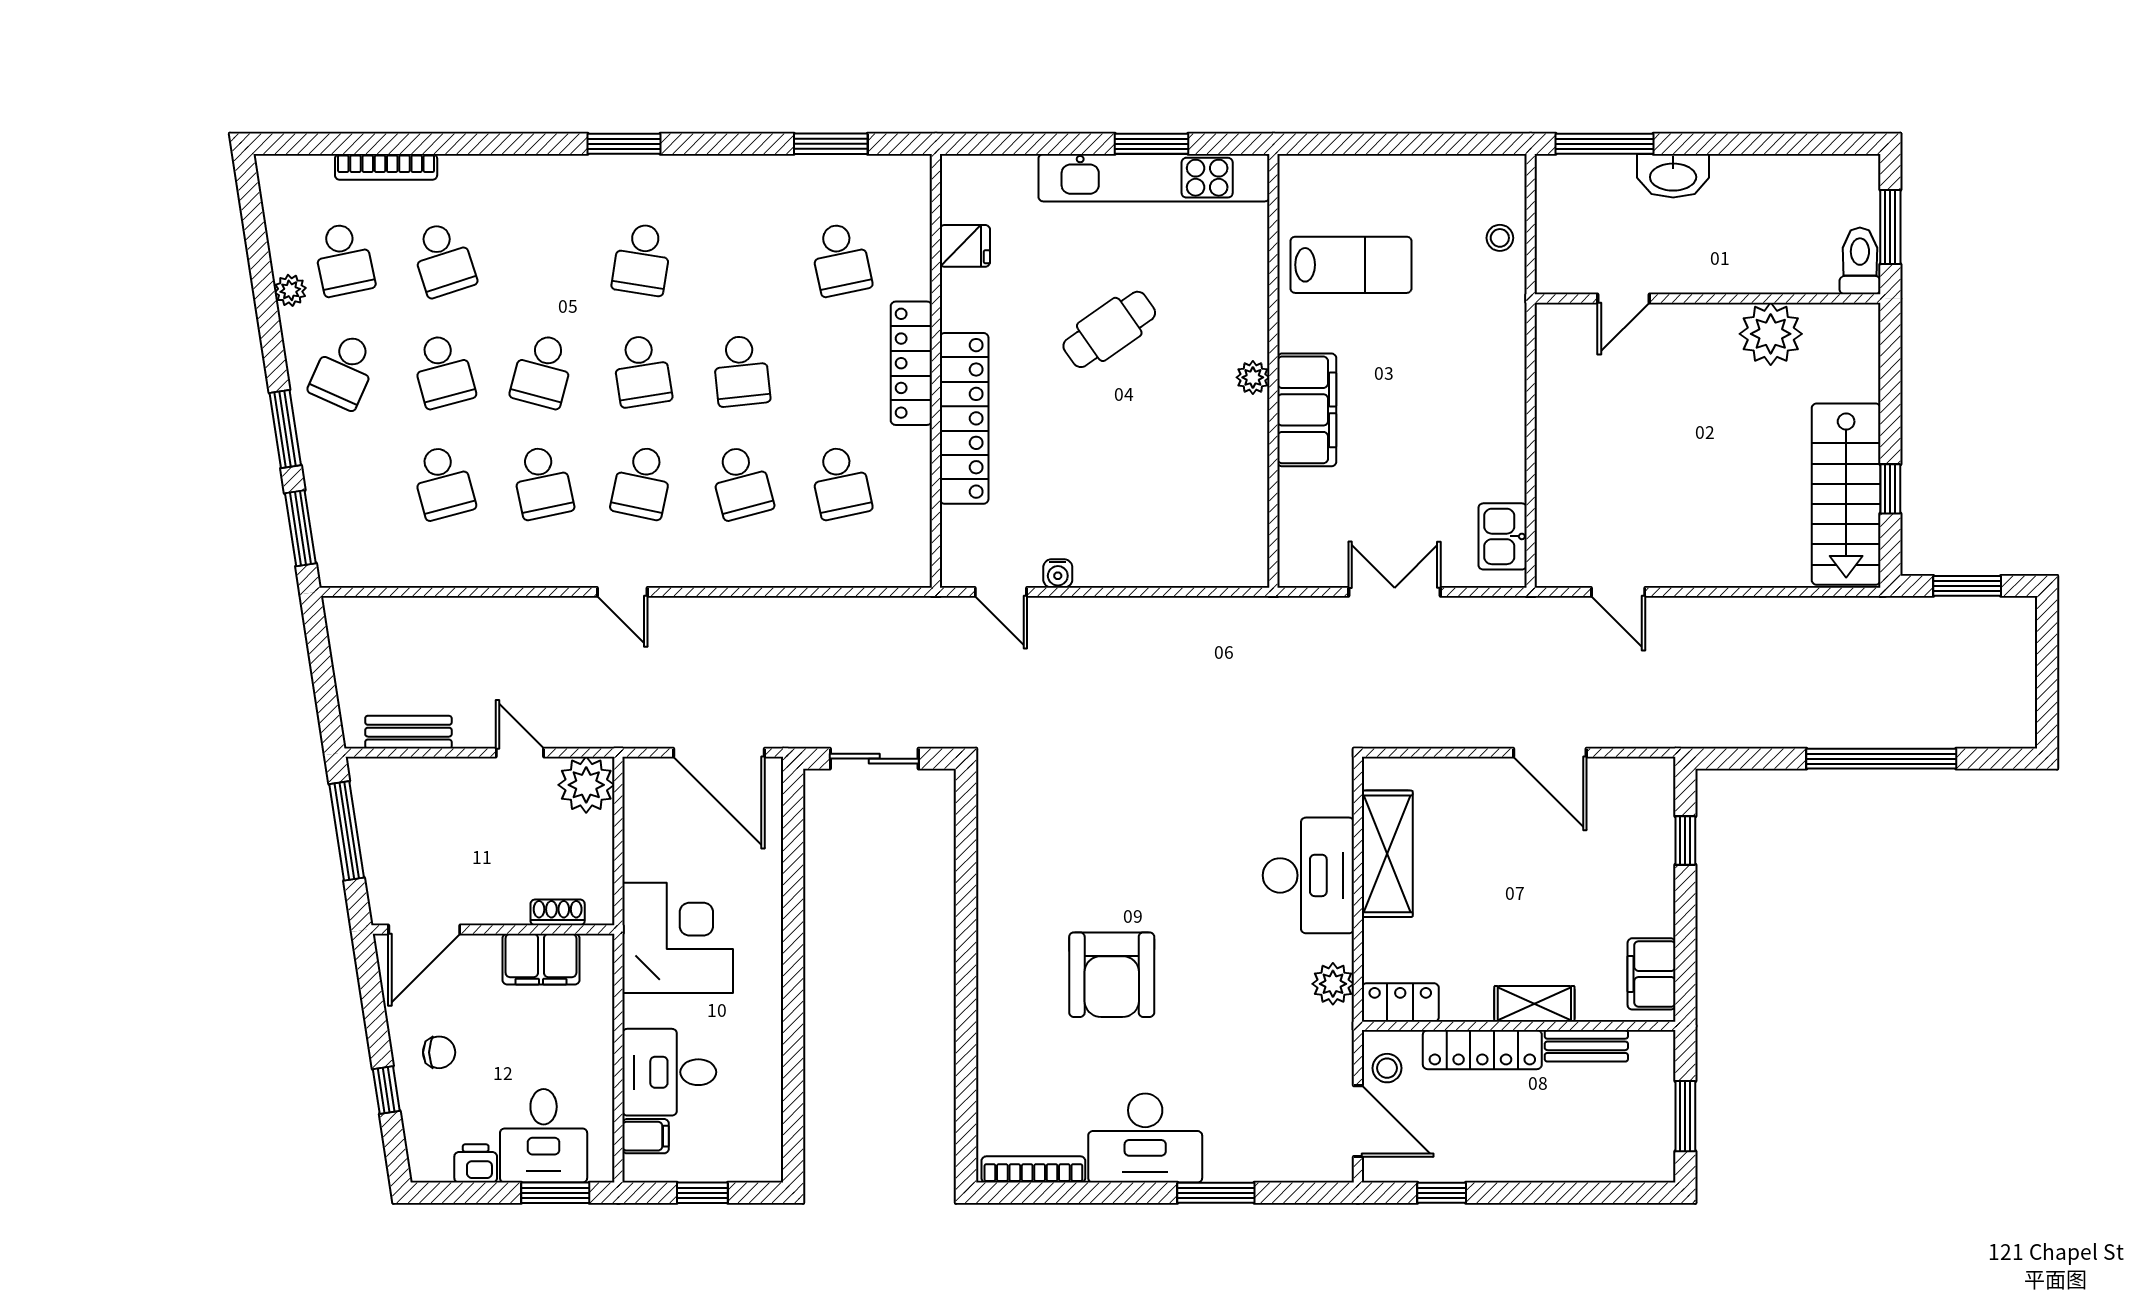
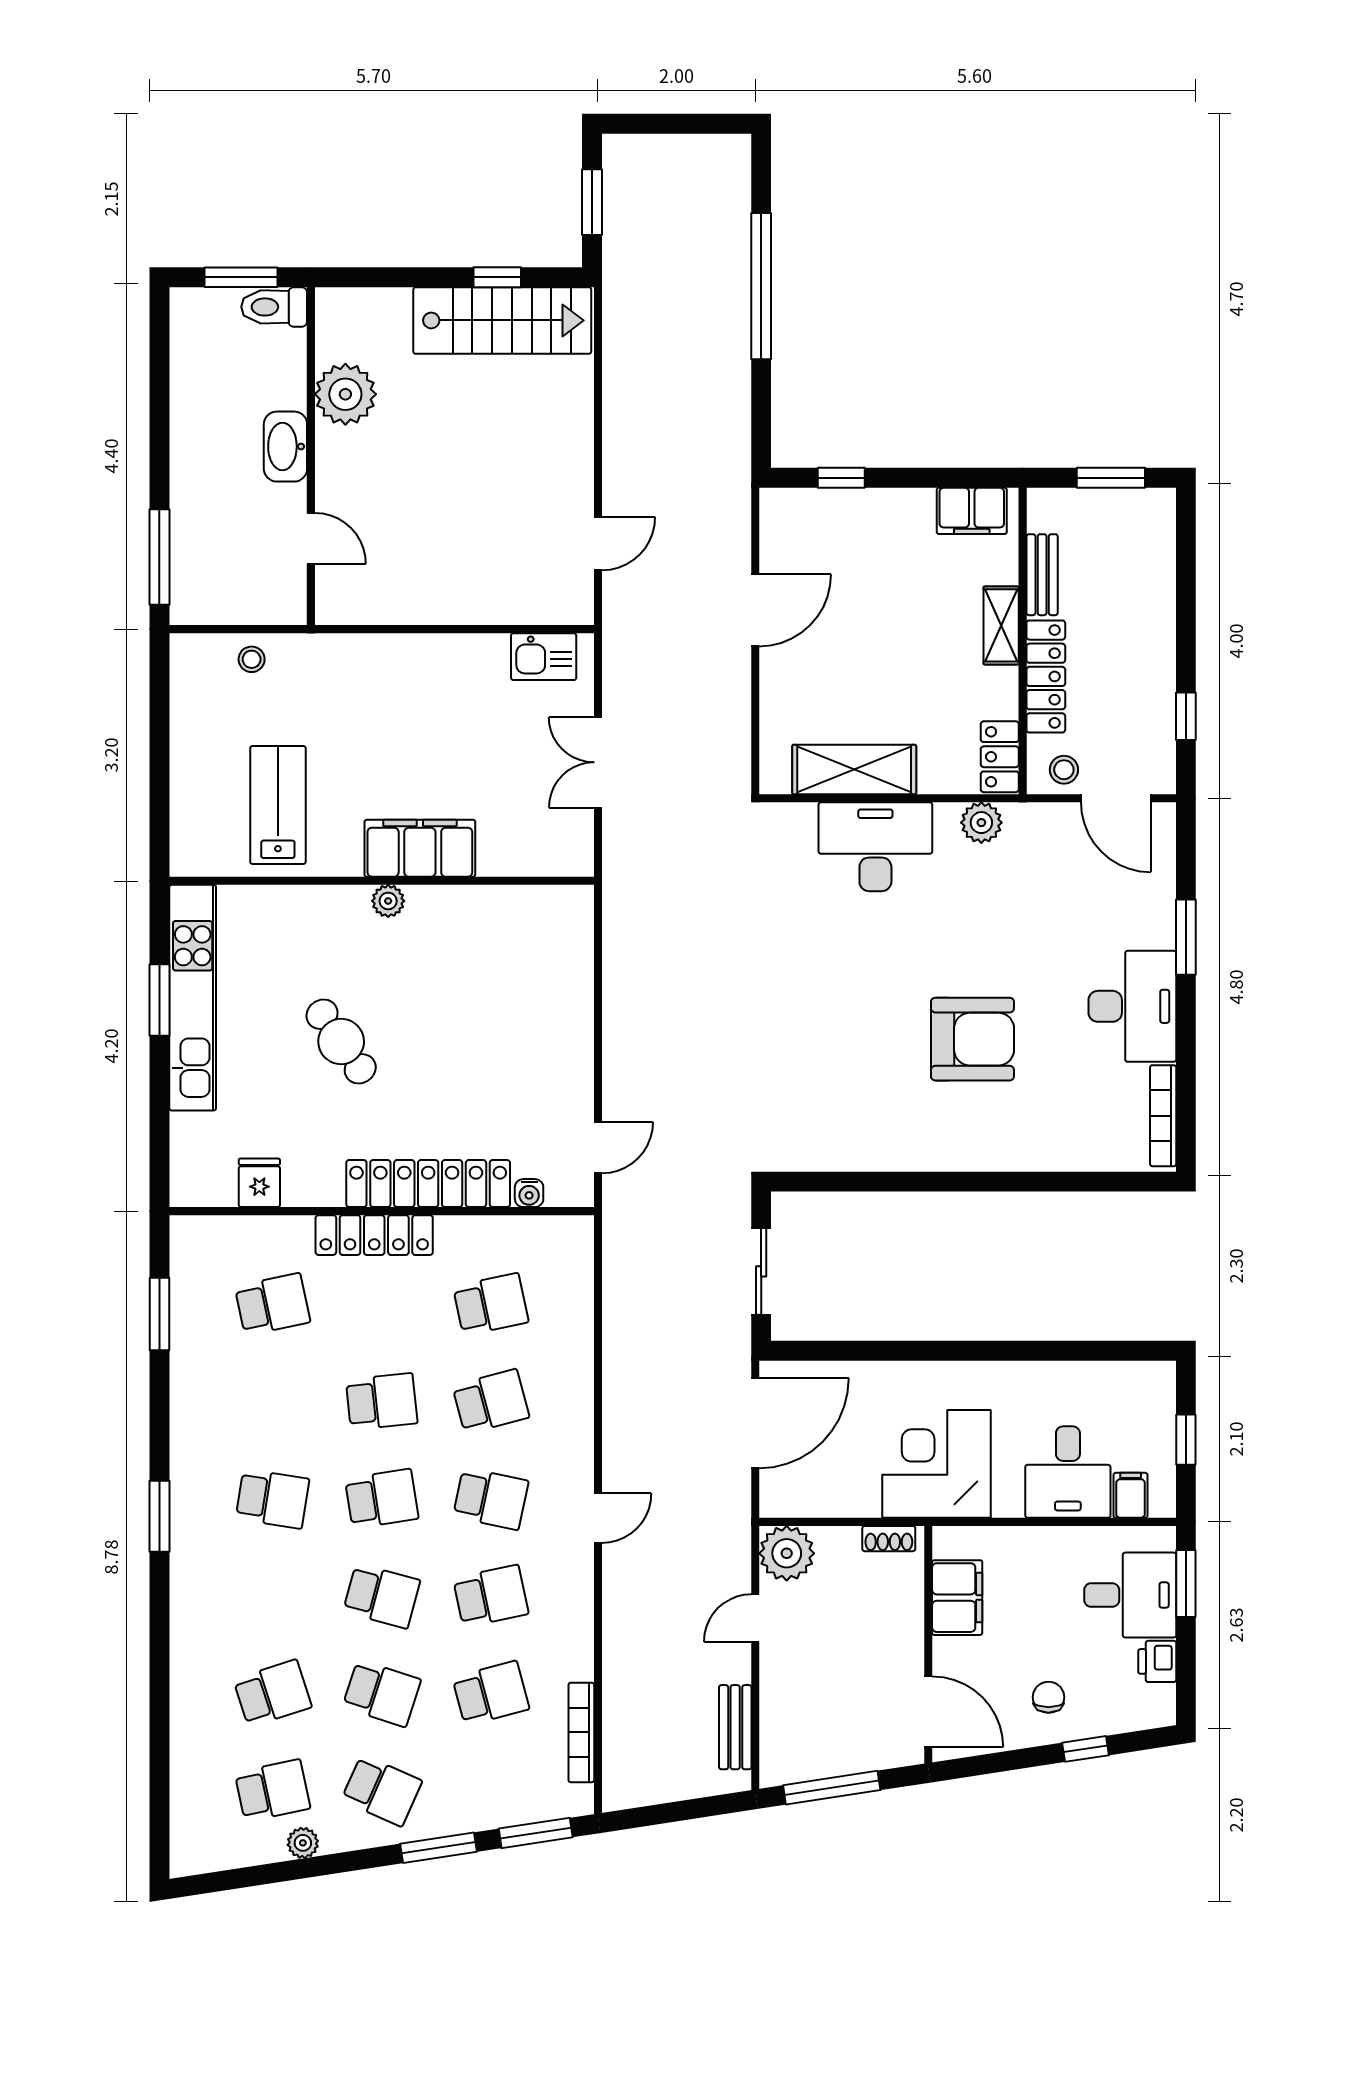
bookcase: (386, 167) -> (581, 1732), moved, turned 180
washbasin: (1673, 176) -> (285, 447), moved, turned 180
school desk: (443, 371) -> (382, 1693), turned 33
water cooler: (1058, 573) -> (529, 1193), moved, turned 90
shoe rack: (558, 912) -> (889, 1539), moved, turned -90
door: (1358, 1121) -> (1116, 798), swing flipped

